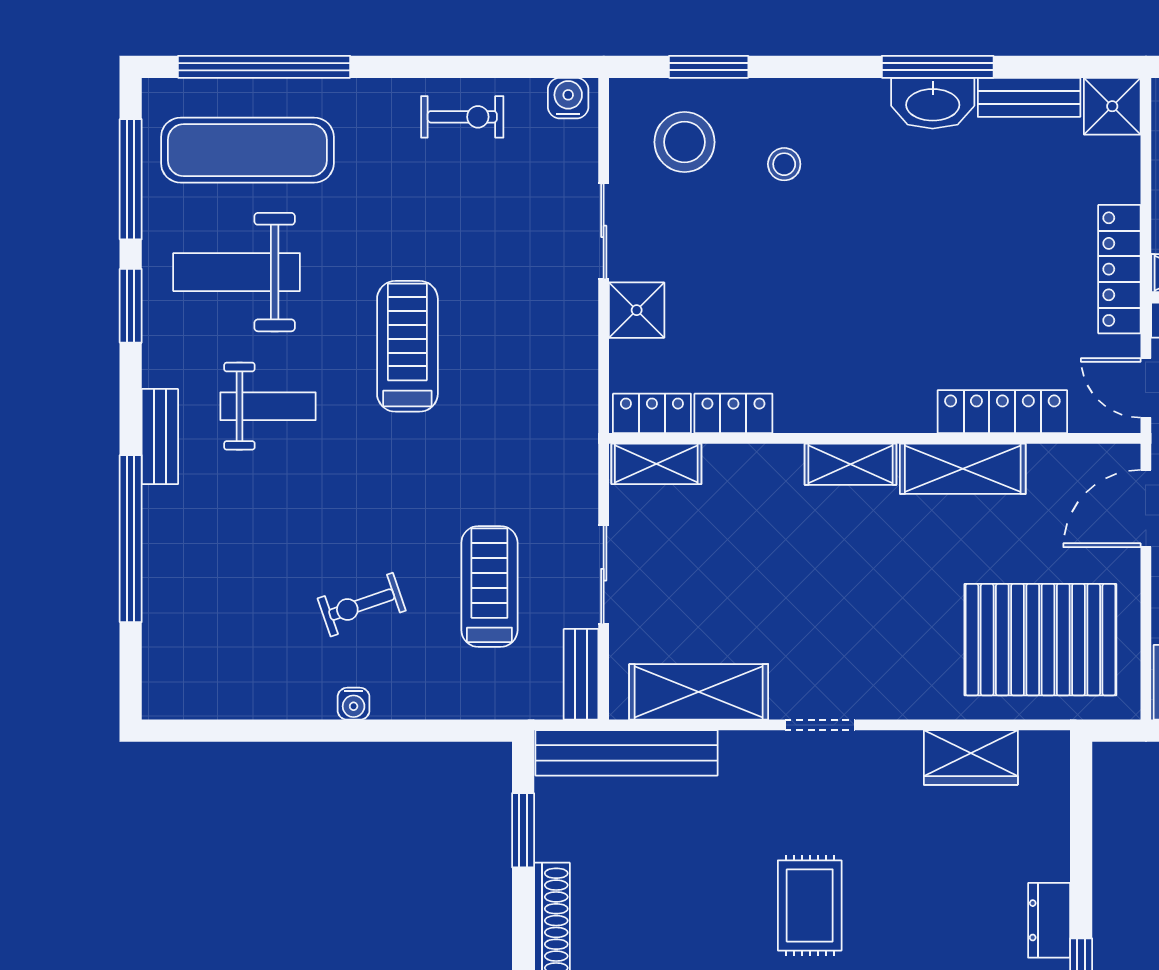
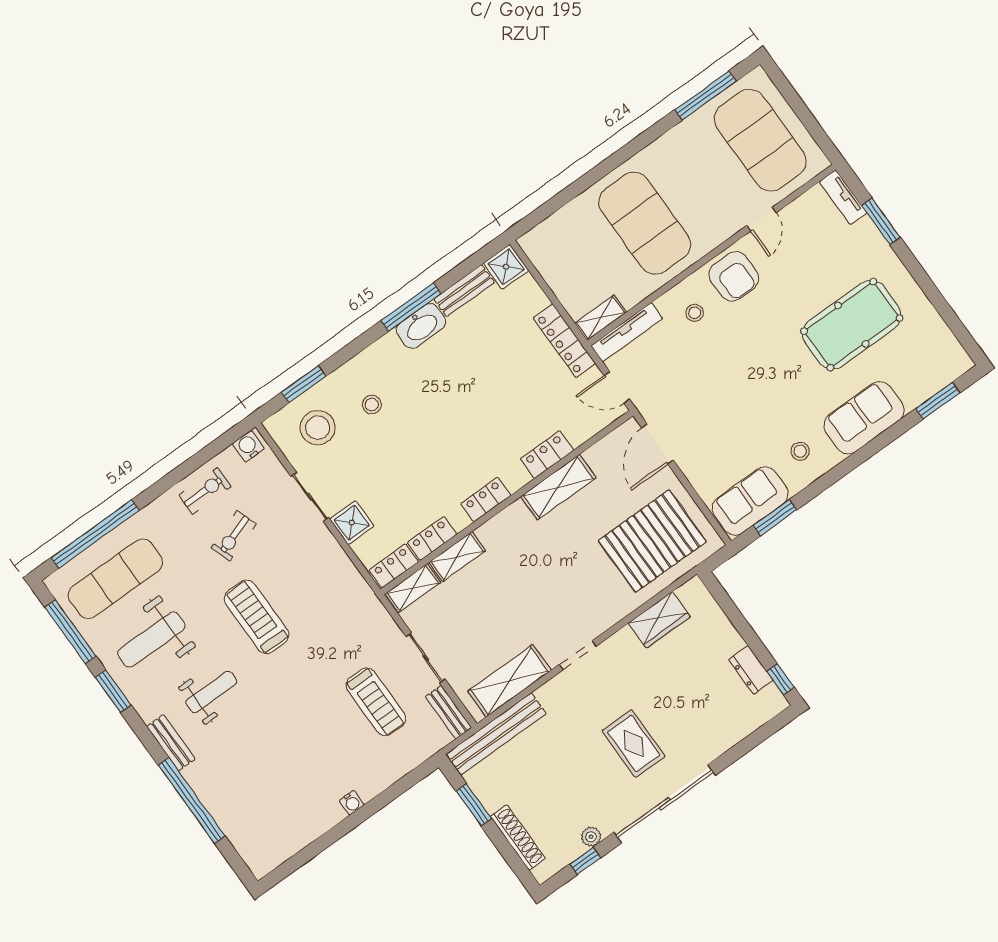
locker: (1002, 412) -> (547, 455), width x0.66
locker: (849, 413) -> (486, 499), added
shelving: (851, 464) -> (457, 557), moved
treadmill: (489, 586) -> (376, 702), turned 180
exercise bike: (362, 605) -> (234, 536), moved

